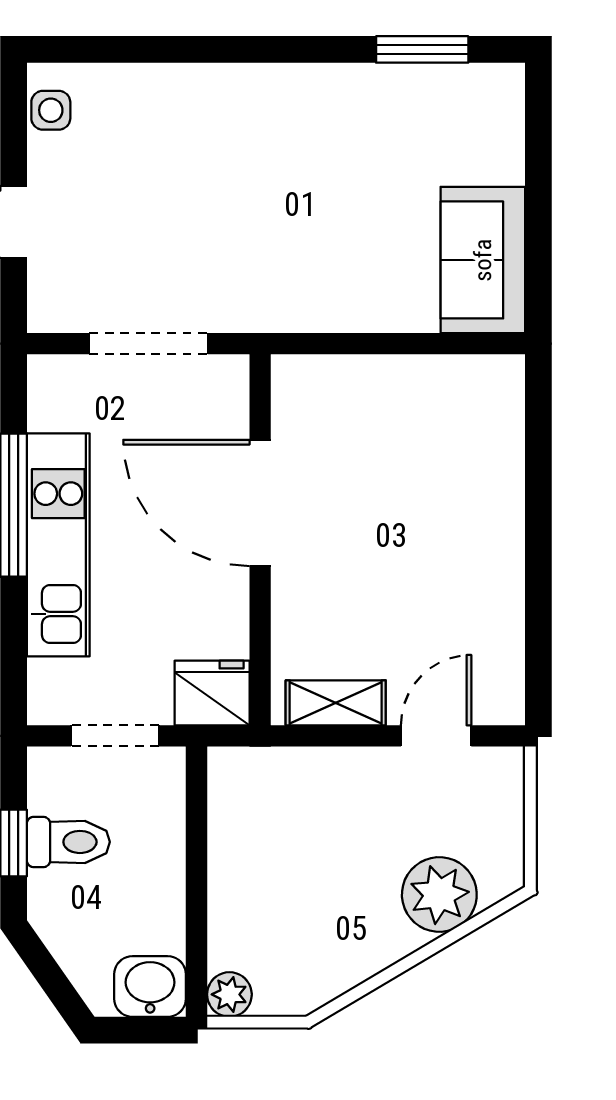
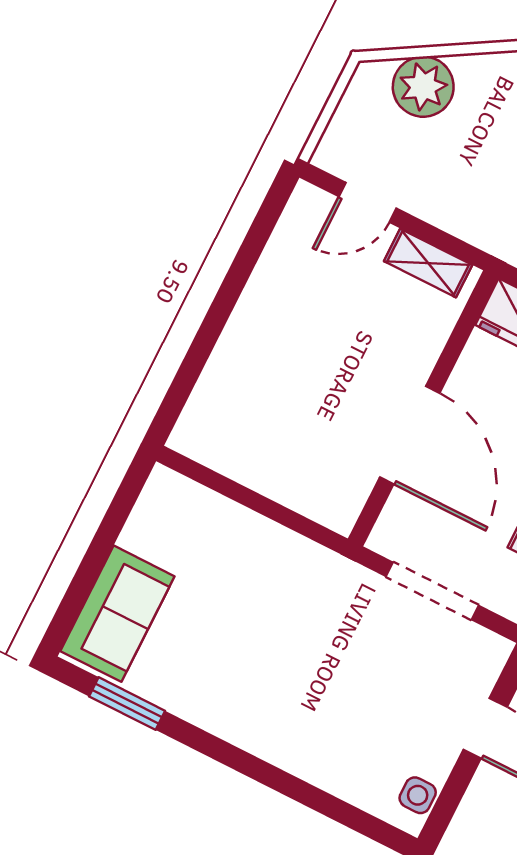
sofa: (483, 260) -> (117, 614), moved

